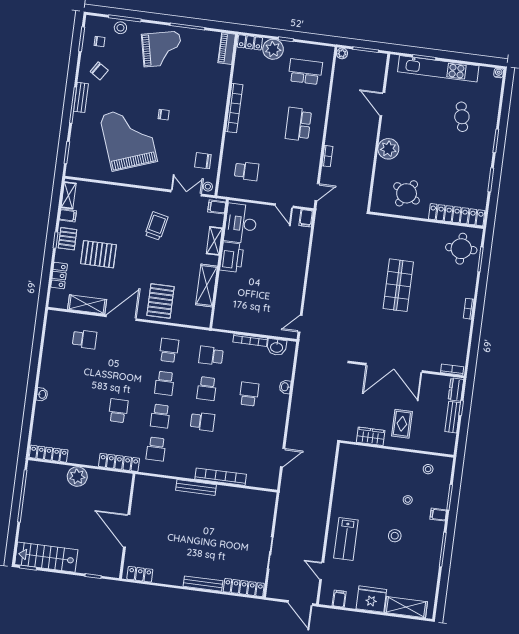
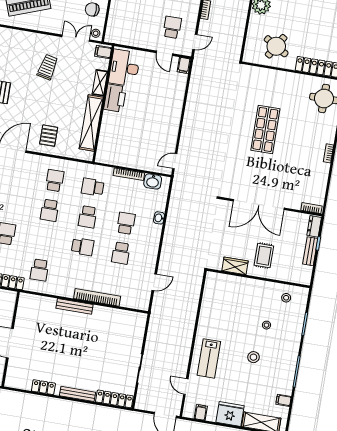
school desk: (247, 171) -> (172, 27), moved, turned -90
shelving: (207, 286) -> (91, 123), width x1.47
pallet: (160, 301) -> (49, 136), width x0.67, depth x0.71
school desk: (160, 416) -> (121, 253), moved
filing cabinet: (438, 515) -> (283, 400), moved
locker: (140, 574) -> (43, 387), moved

